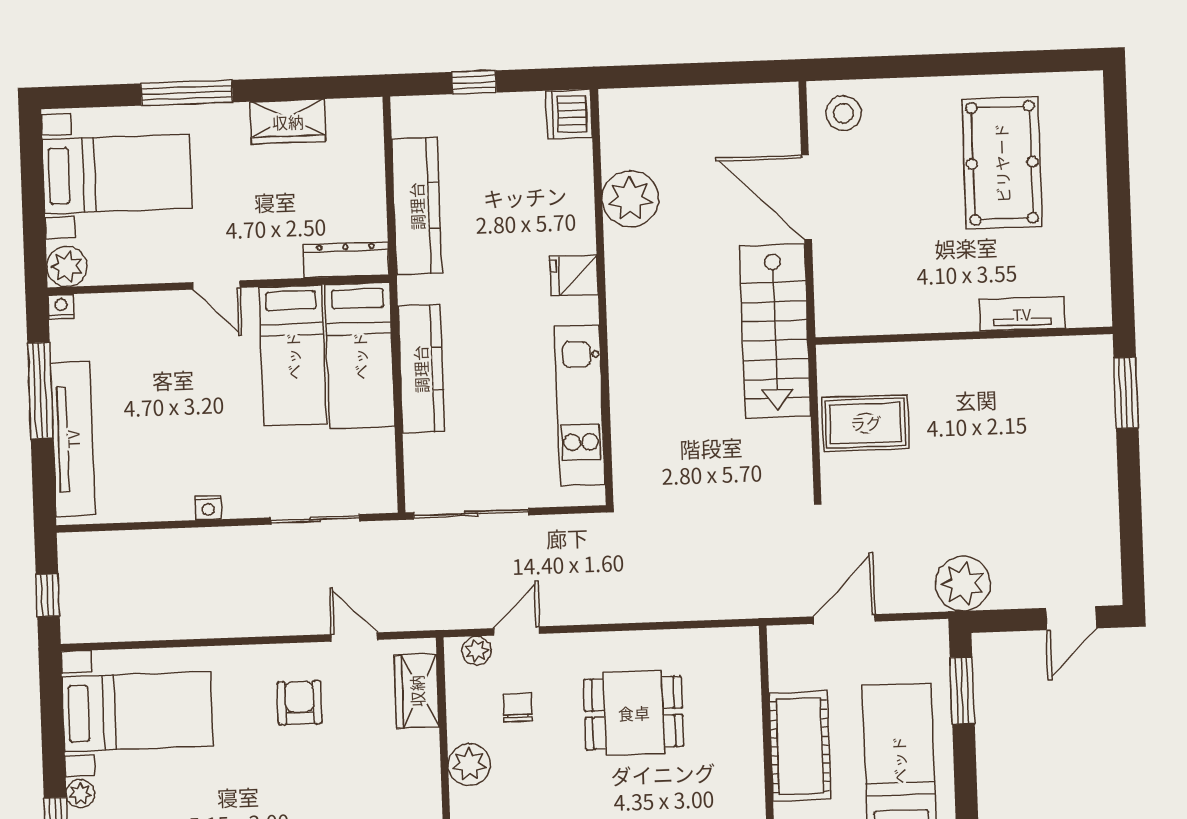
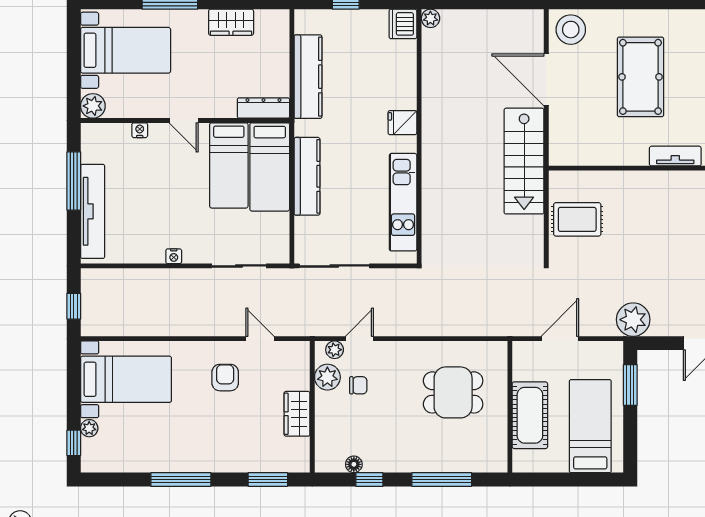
stool: (844, 113) -> (571, 30), width x1.38, depth x1.38
pool table: (1002, 163) -> (640, 77), moved
plant: (630, 199) -> (430, 18), moved, width x0.53, depth x0.53
nightstand: (61, 307) -> (140, 130), moved
wardrobe: (417, 691) -> (297, 414), moved
chair: (518, 707) -> (358, 385), turned 90
dining table: (634, 713) -> (453, 392), moved
plant: (469, 764) -> (327, 377), moved

